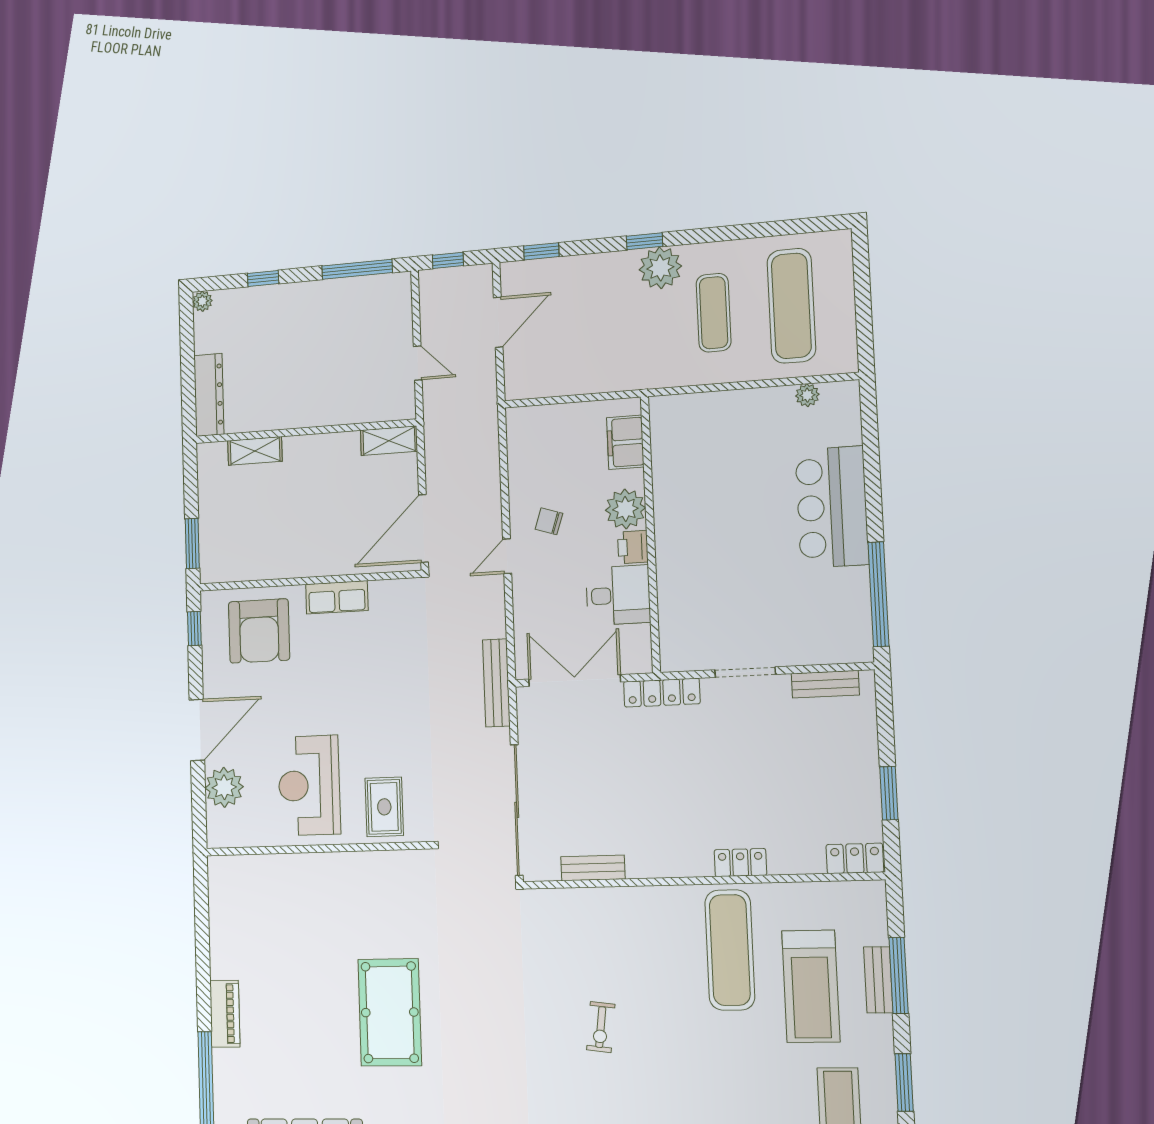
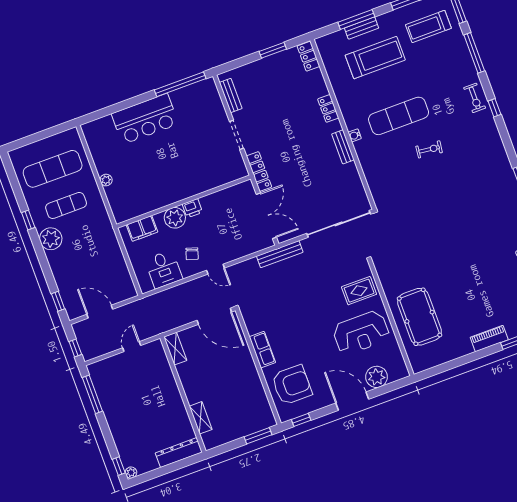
window: (645, 241) -> (28, 220), moved
window: (263, 278) -> (119, 466), moved
plant: (807, 395) -> (106, 180), moved
desk: (618, 595) -> (164, 269), moved, turned 180
double door: (575, 681) -> (266, 216), swing flipped
bench: (593, 868) -> (343, 147), moved
water cooler: (672, 895) -> (355, 135), added
exercise mat: (730, 950) -> (399, 116), moved
pool table: (390, 1012) -> (420, 317), moved, turned 90

